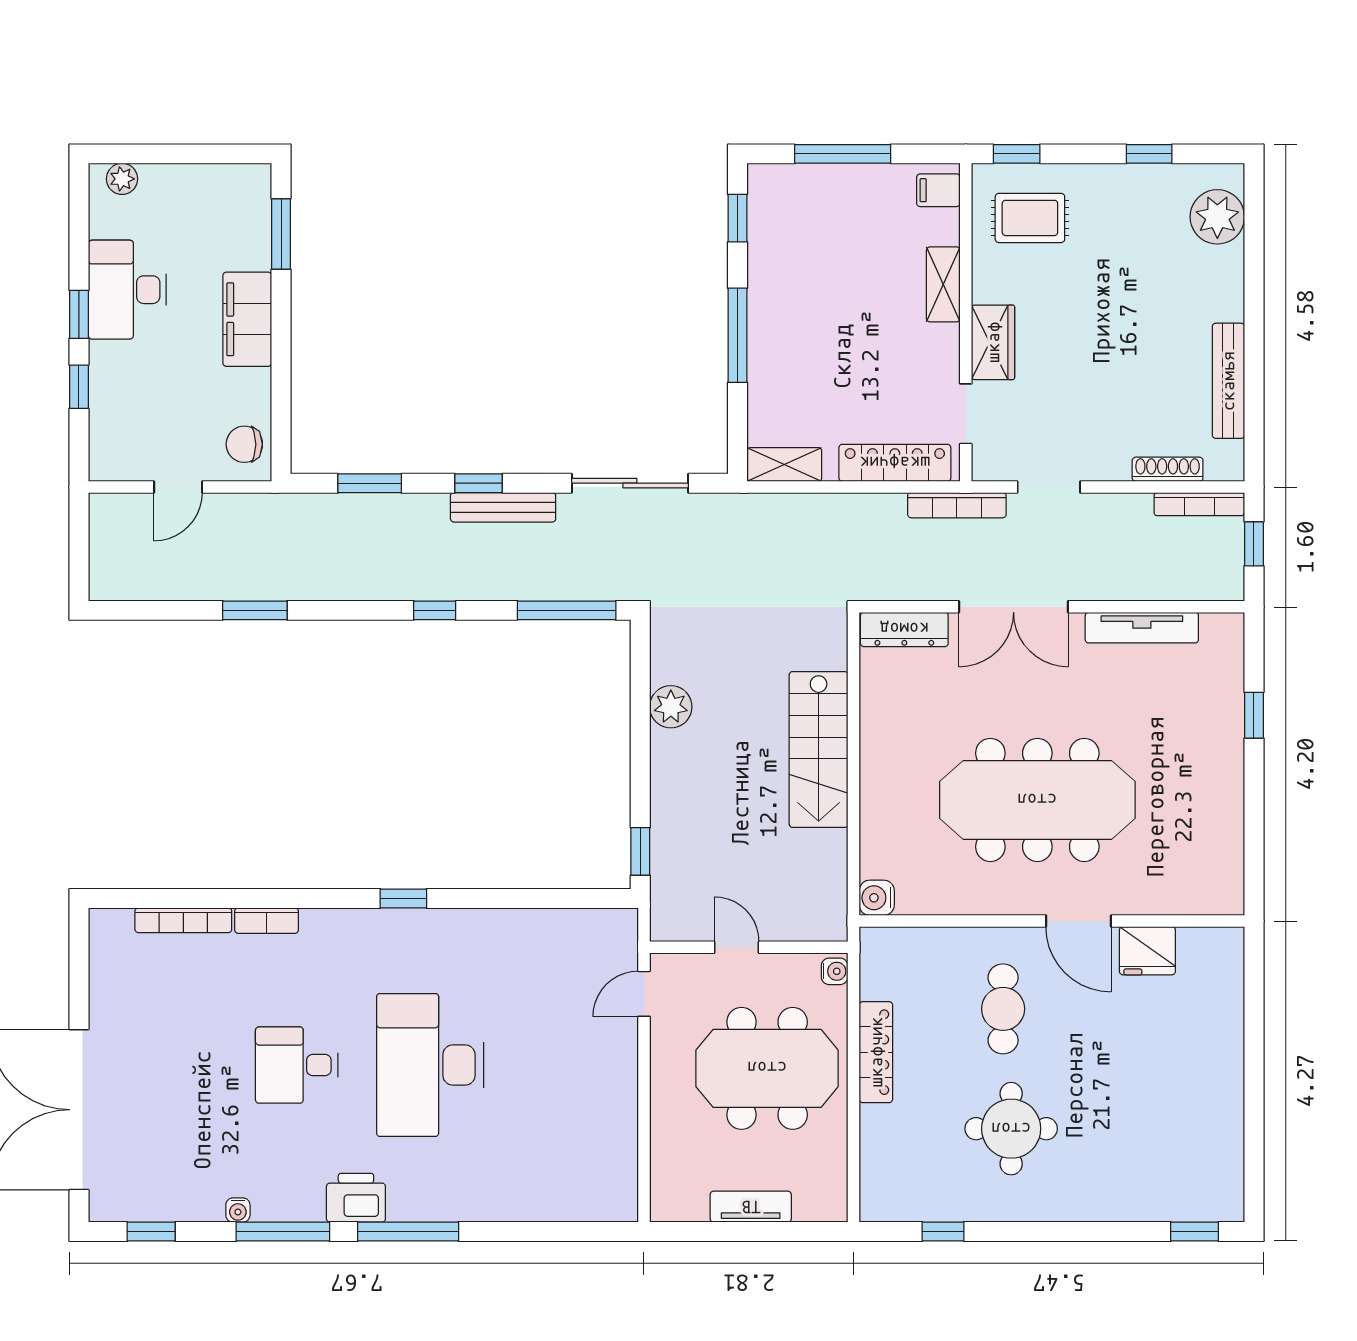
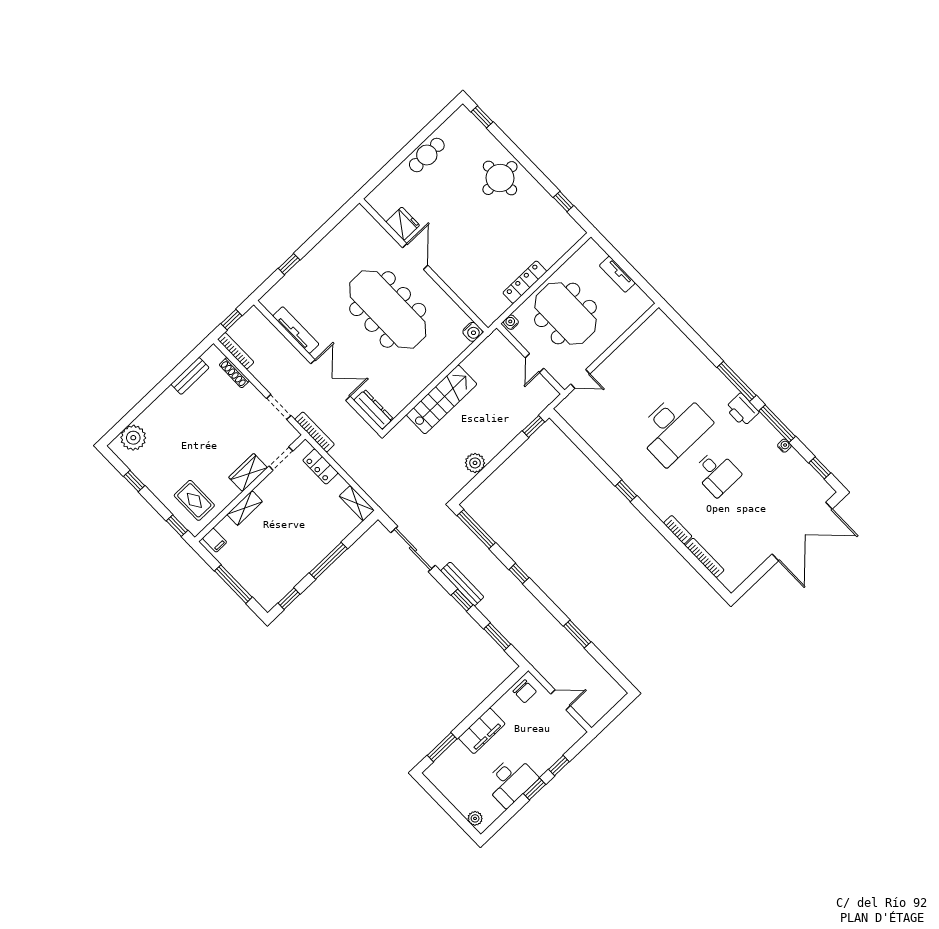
bench: (1228, 381) -> (190, 376), width x0.73
locker: (895, 463) -> (320, 467), width x0.66
cafe table: (1003, 1009) -> (427, 155), moved
round table: (1011, 1129) -> (500, 178), moved

